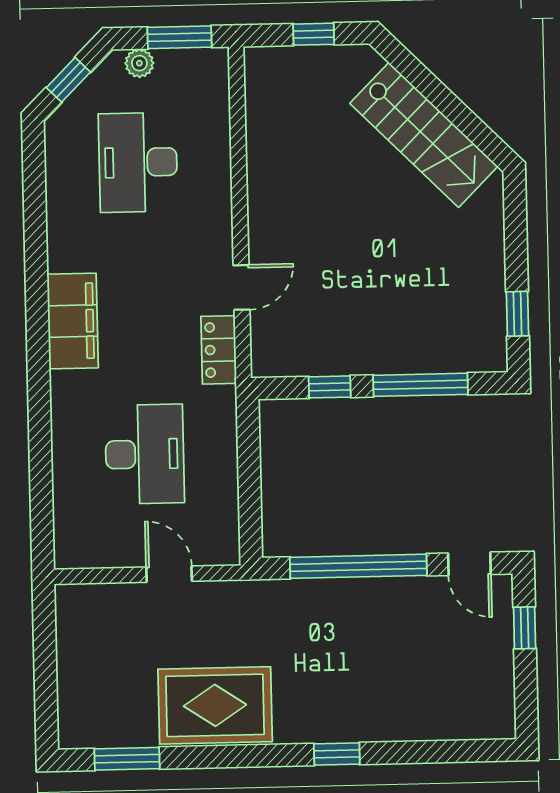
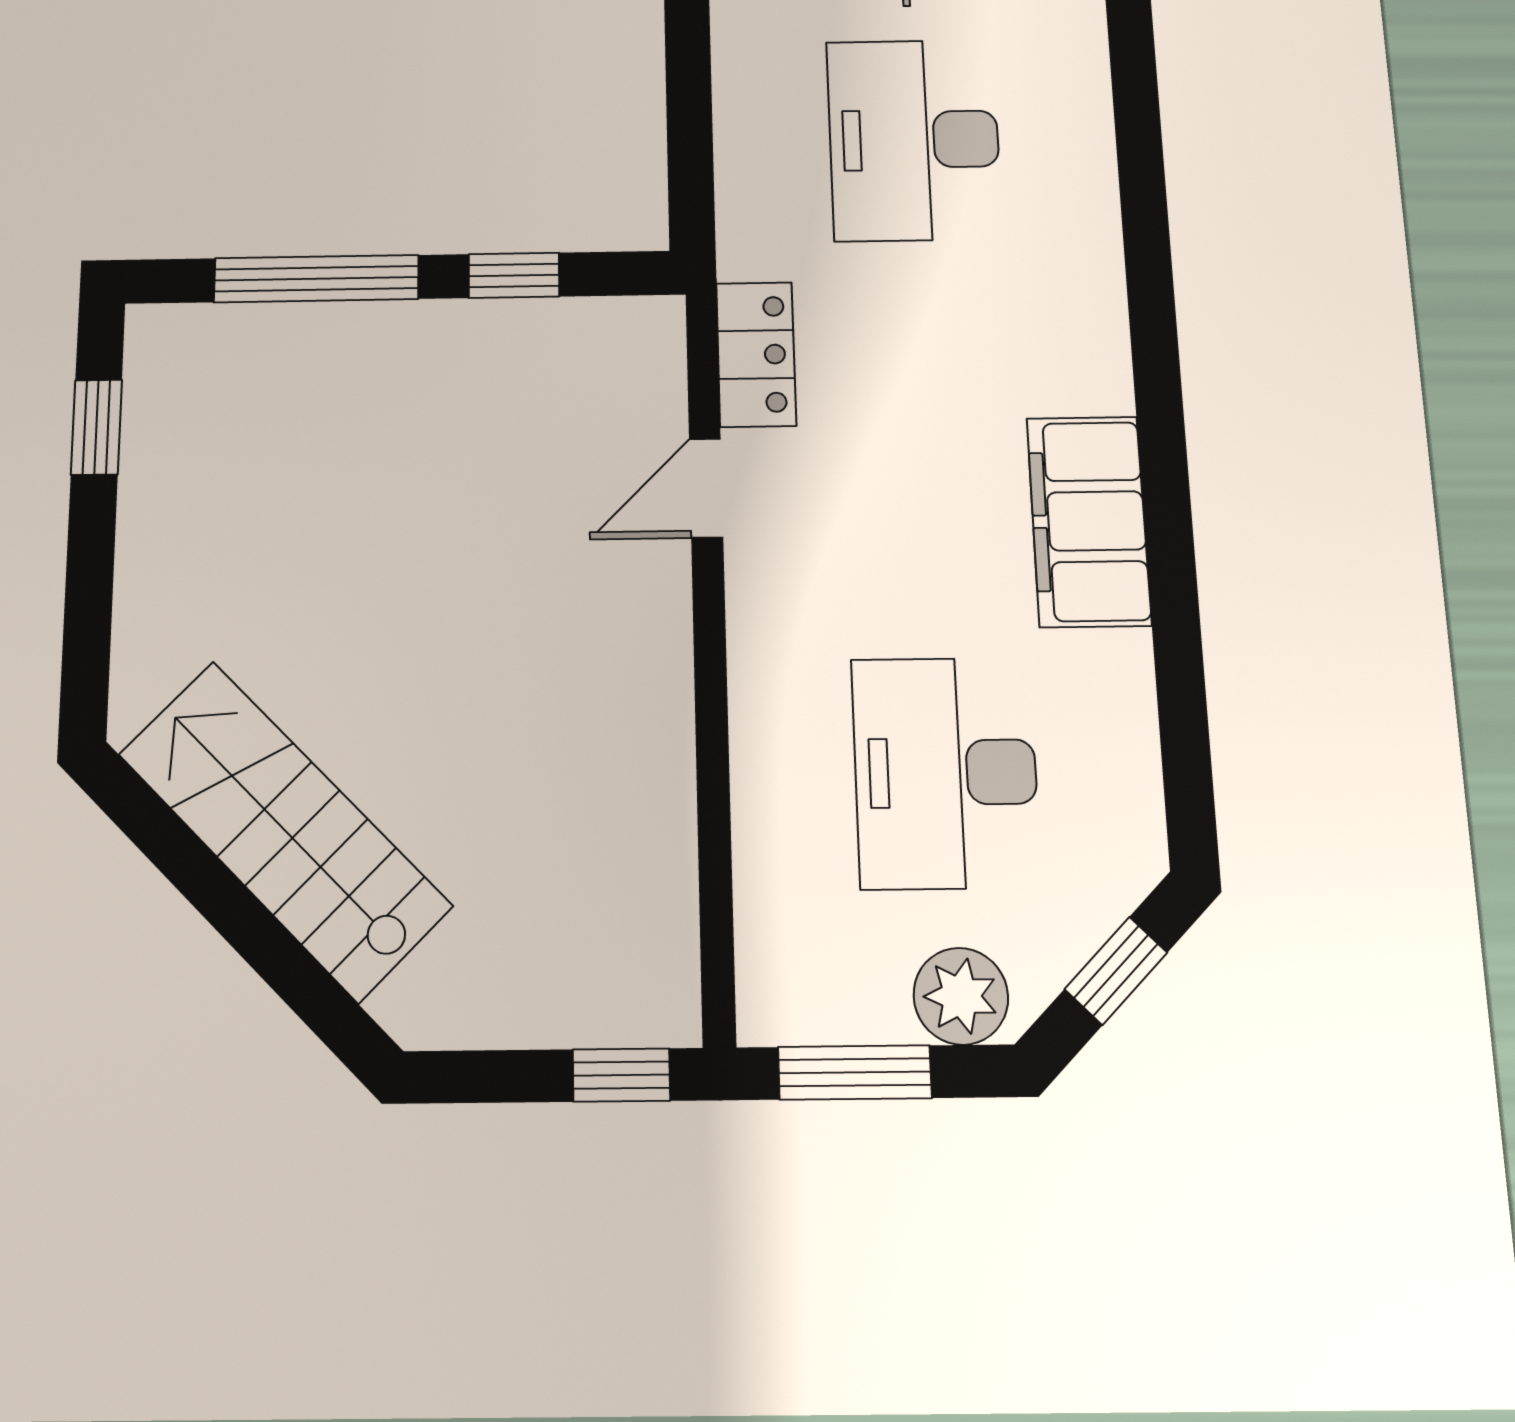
window: (314, 34) -> (621, 1075), moved
plant: (139, 63) -> (961, 996), width x1.38, depth x1.38
desk: (138, 162) -> (946, 772), turned 180
filing cabinet: (73, 321) -> (1089, 521), moved

